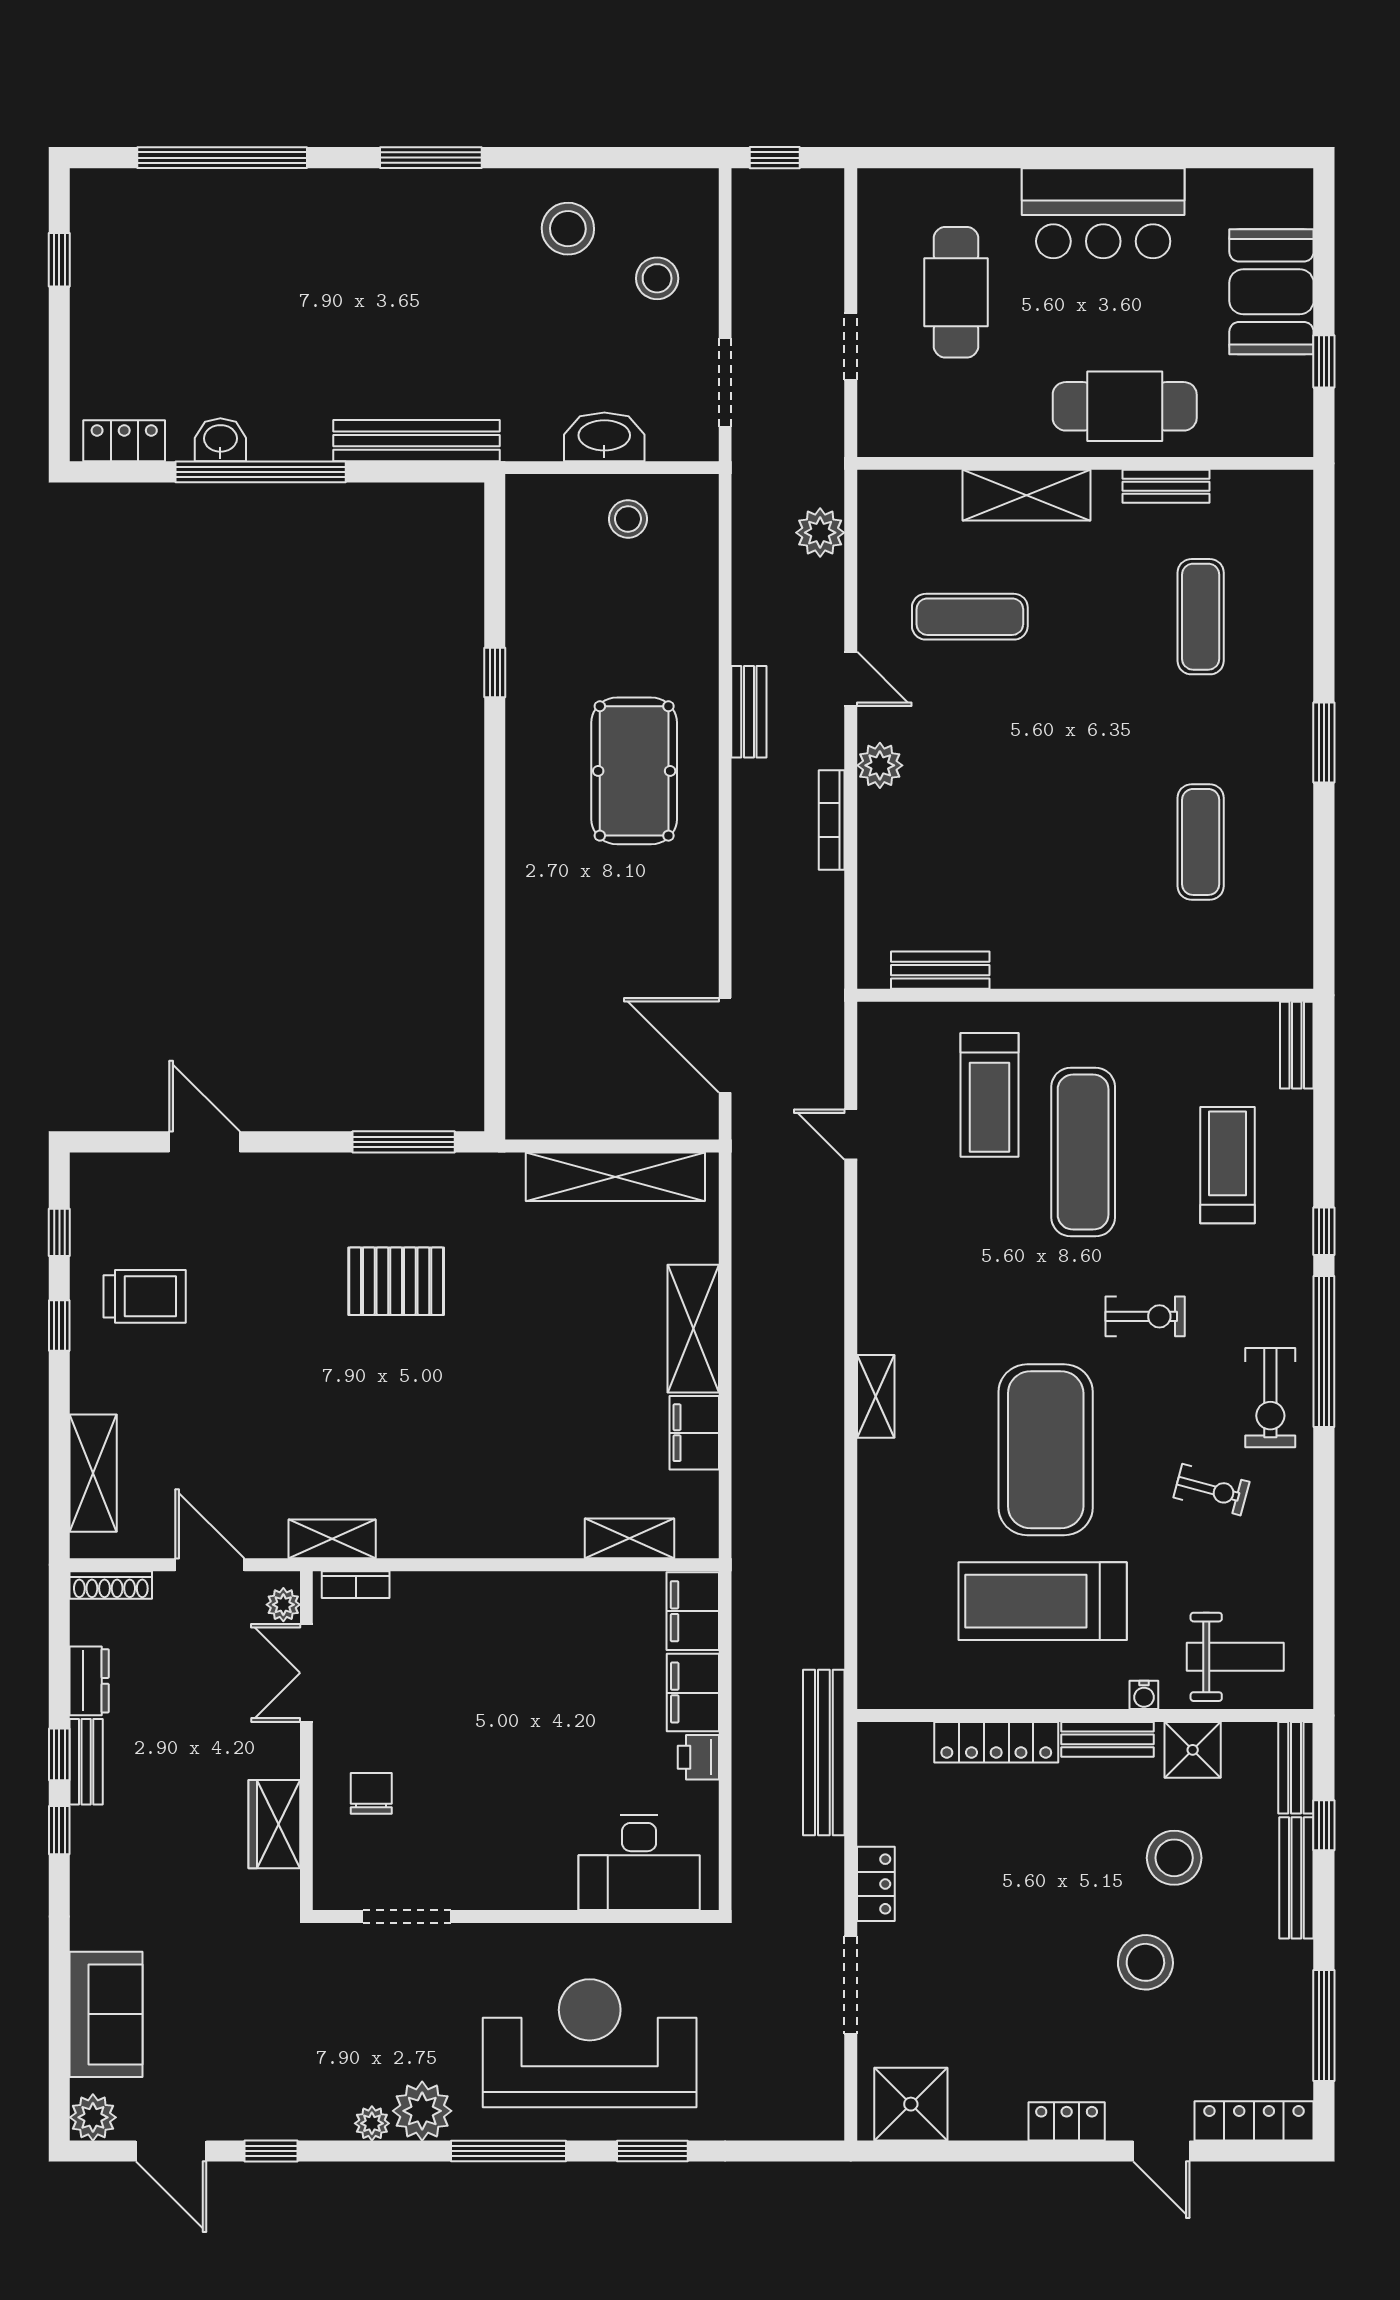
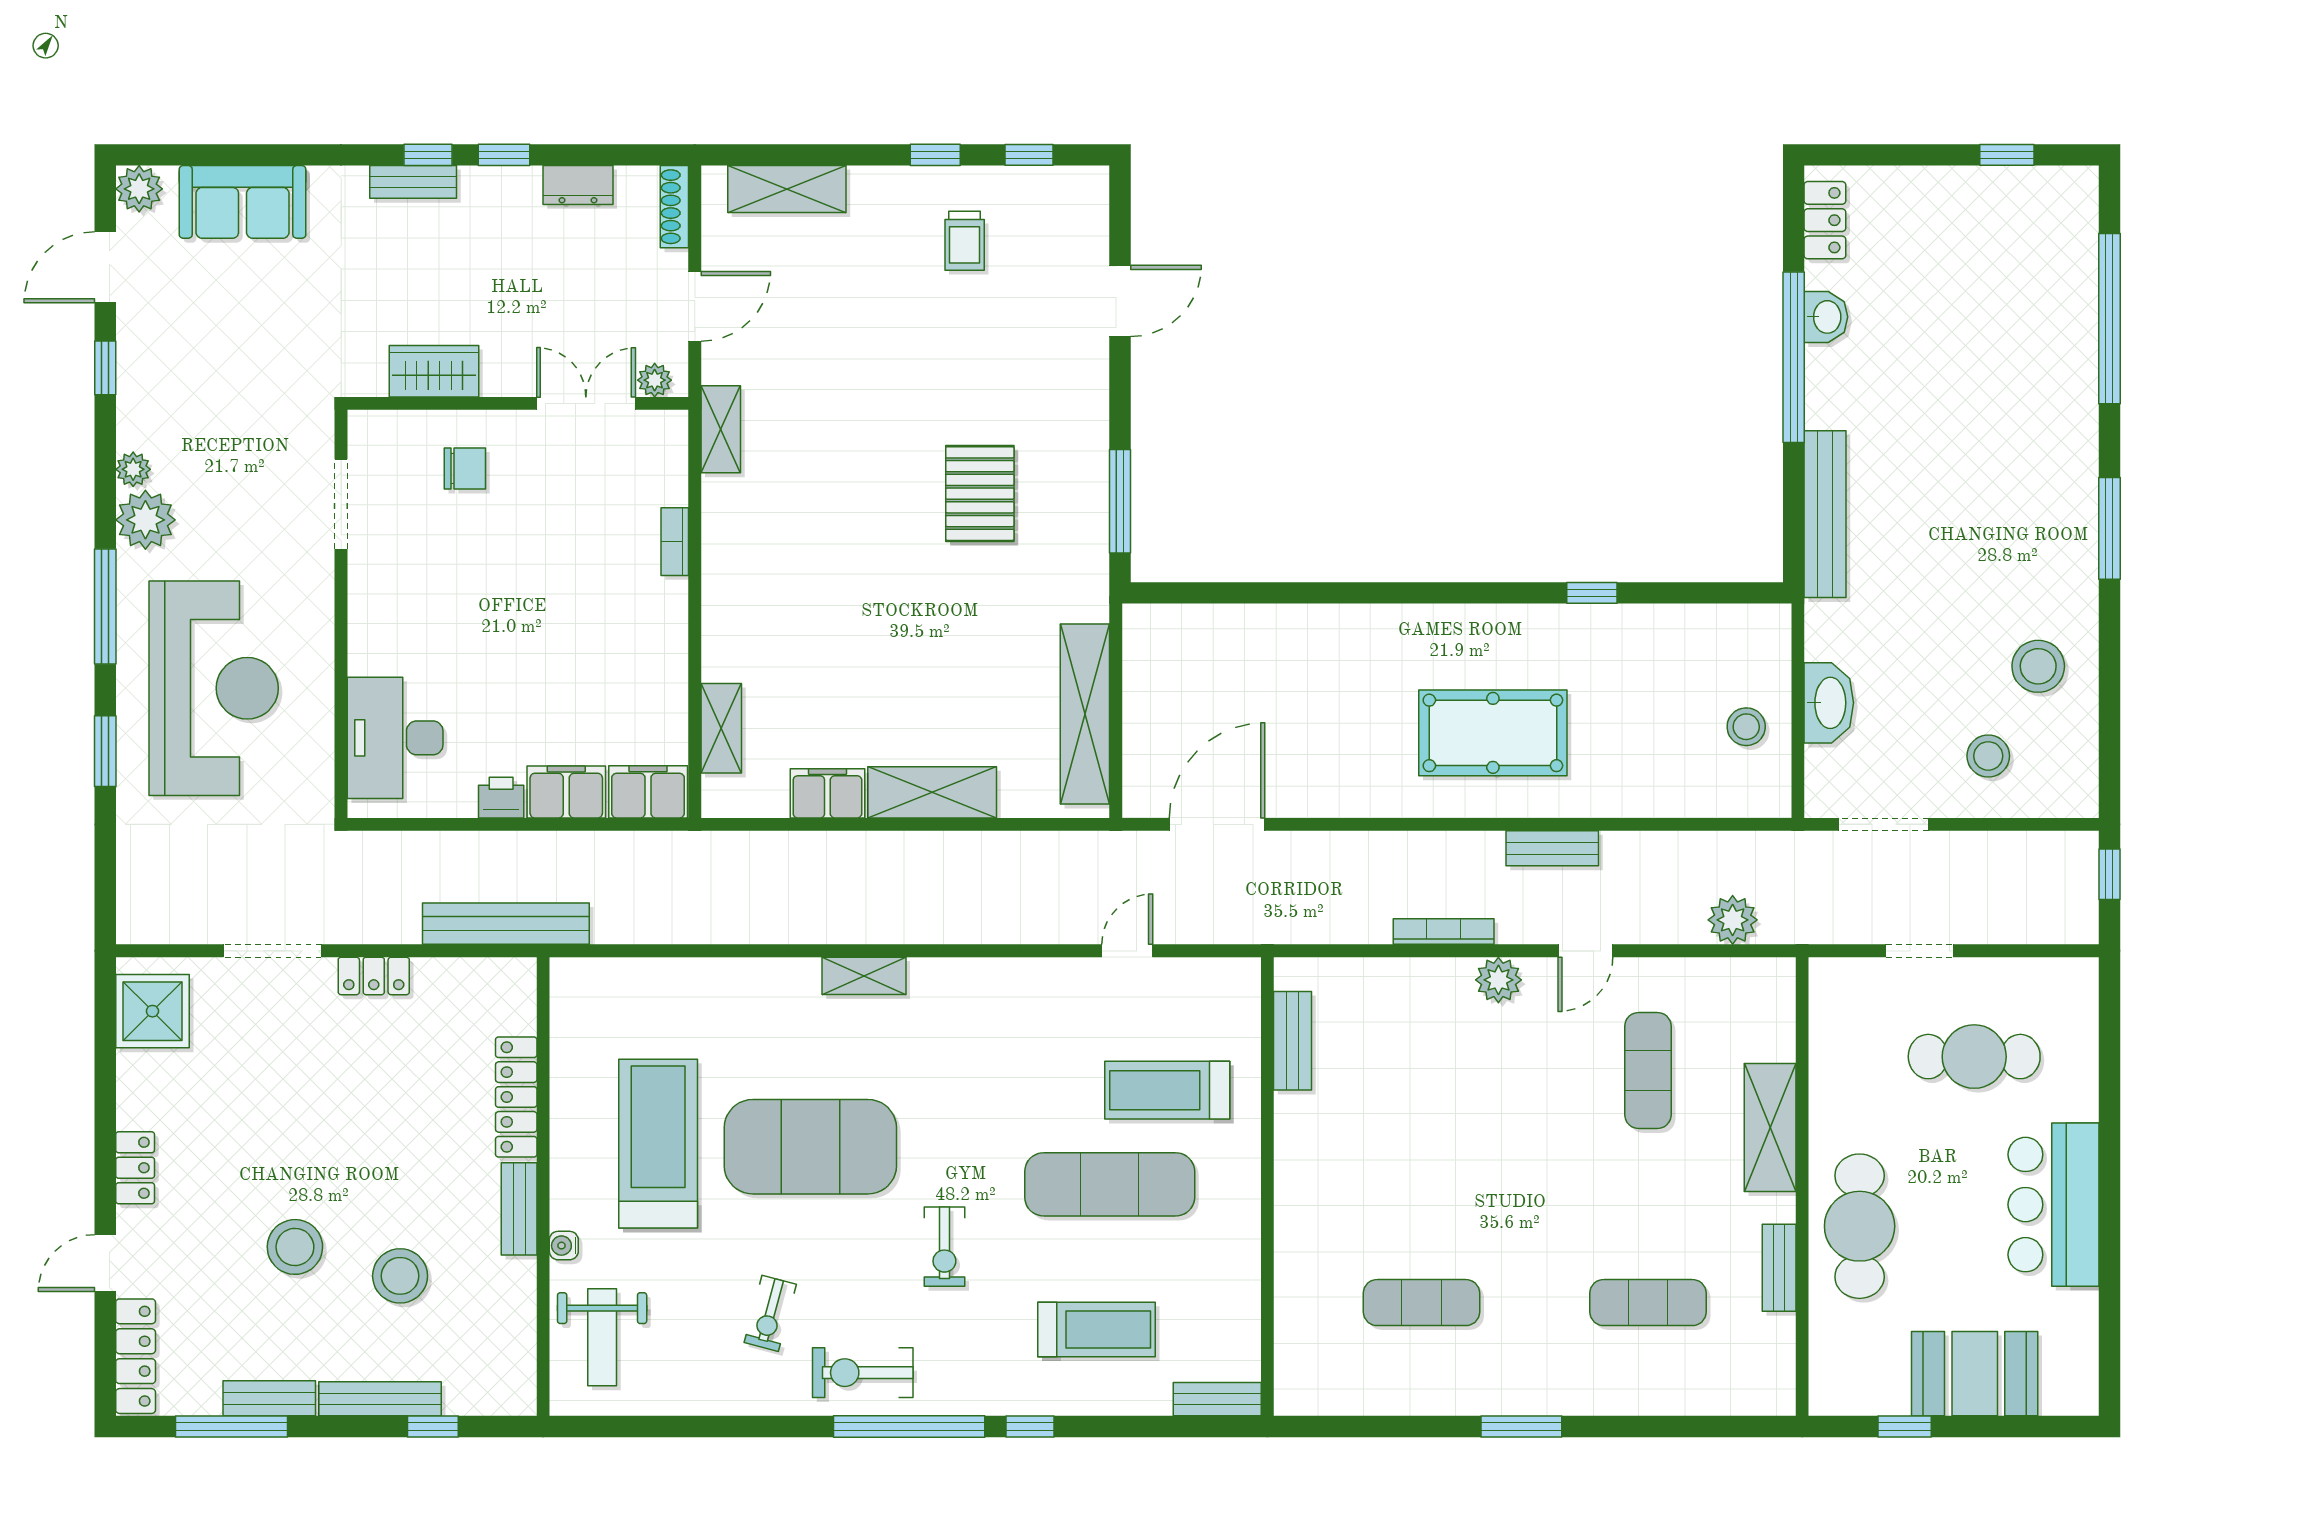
trolley: (145, 1296) -> (965, 241), width x0.73, depth x0.72
bookcase: (356, 1585) -> (675, 542), moved
shower: (1193, 1750) -> (509, 1294), removed
bench: (86, 1762) -> (413, 182), moved
bench: (1296, 1768) -> (269, 1398), moved

